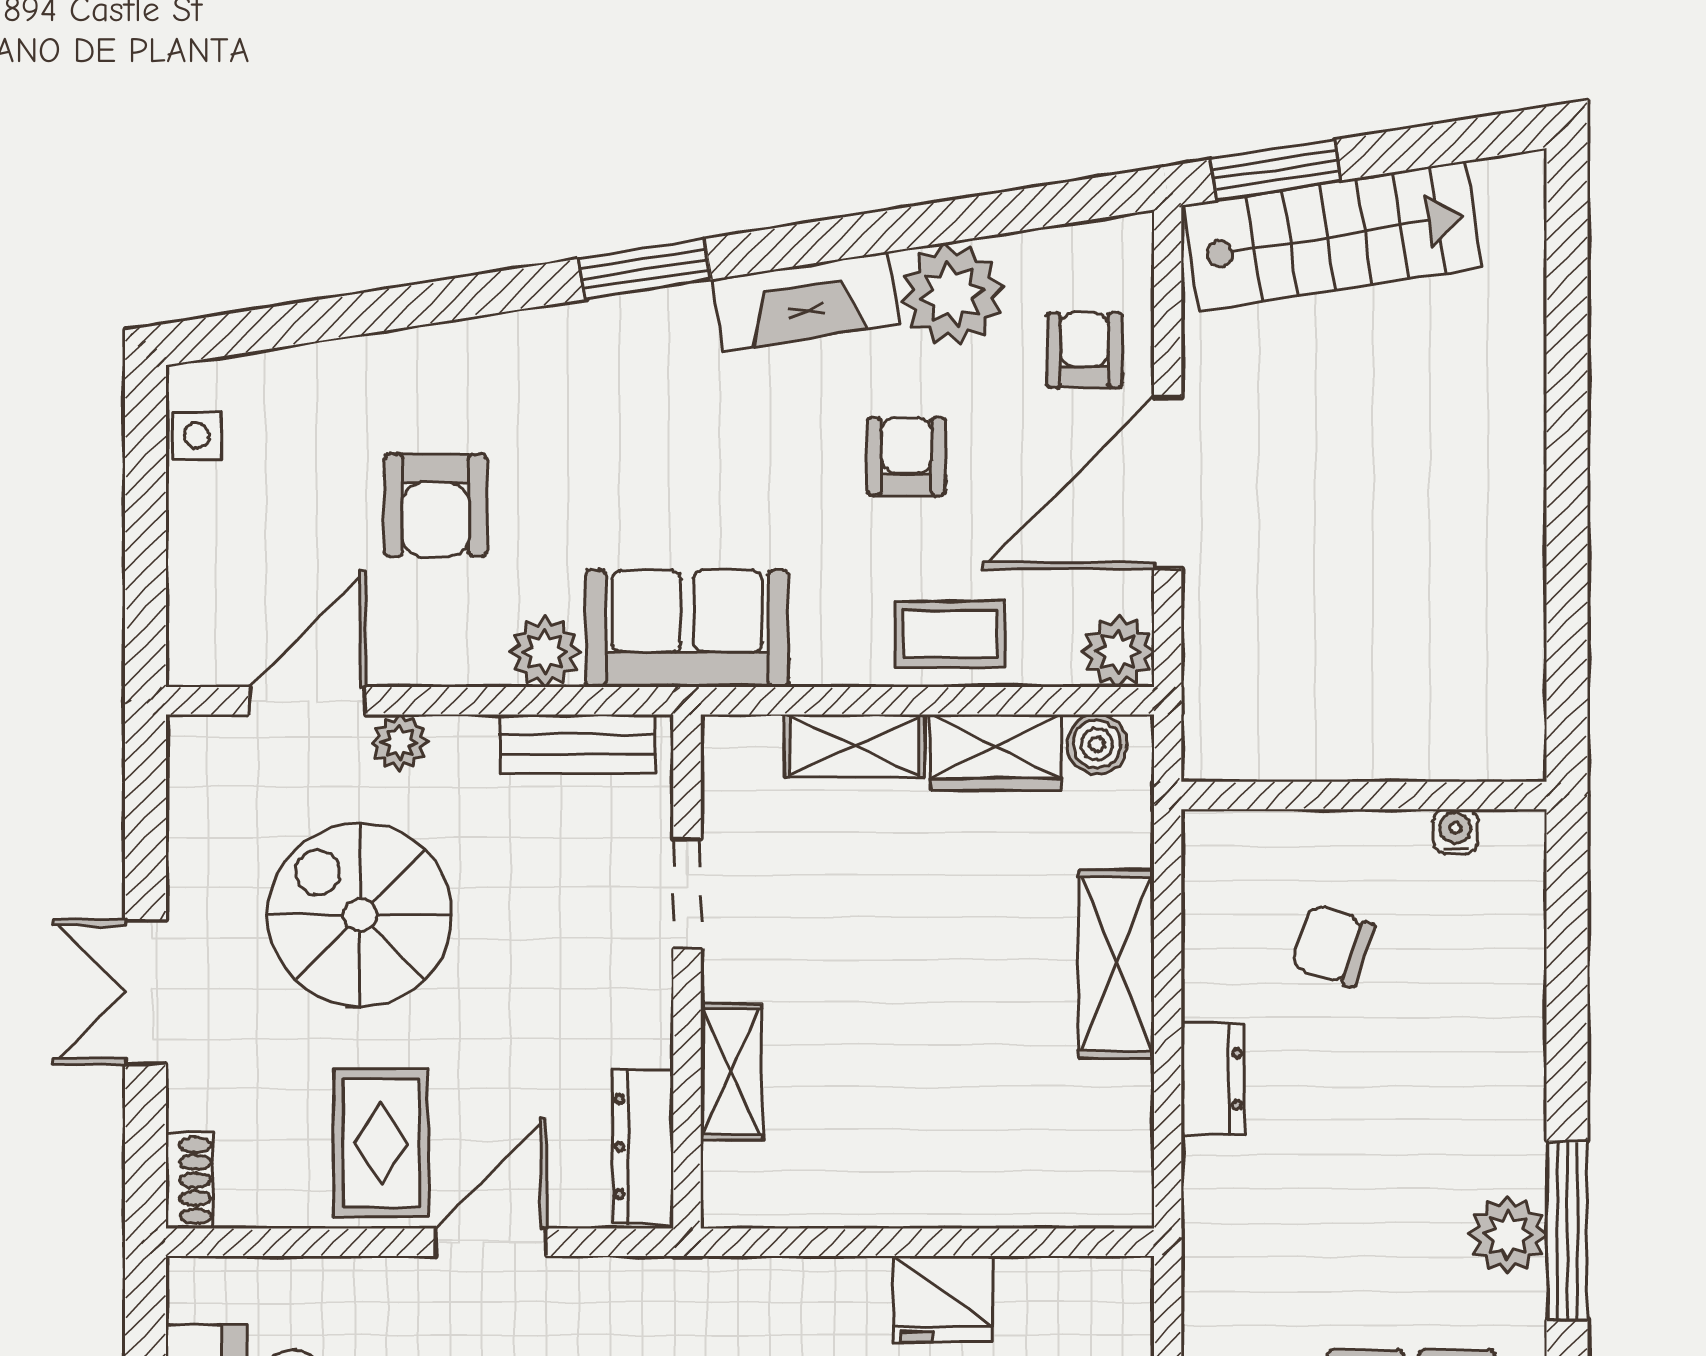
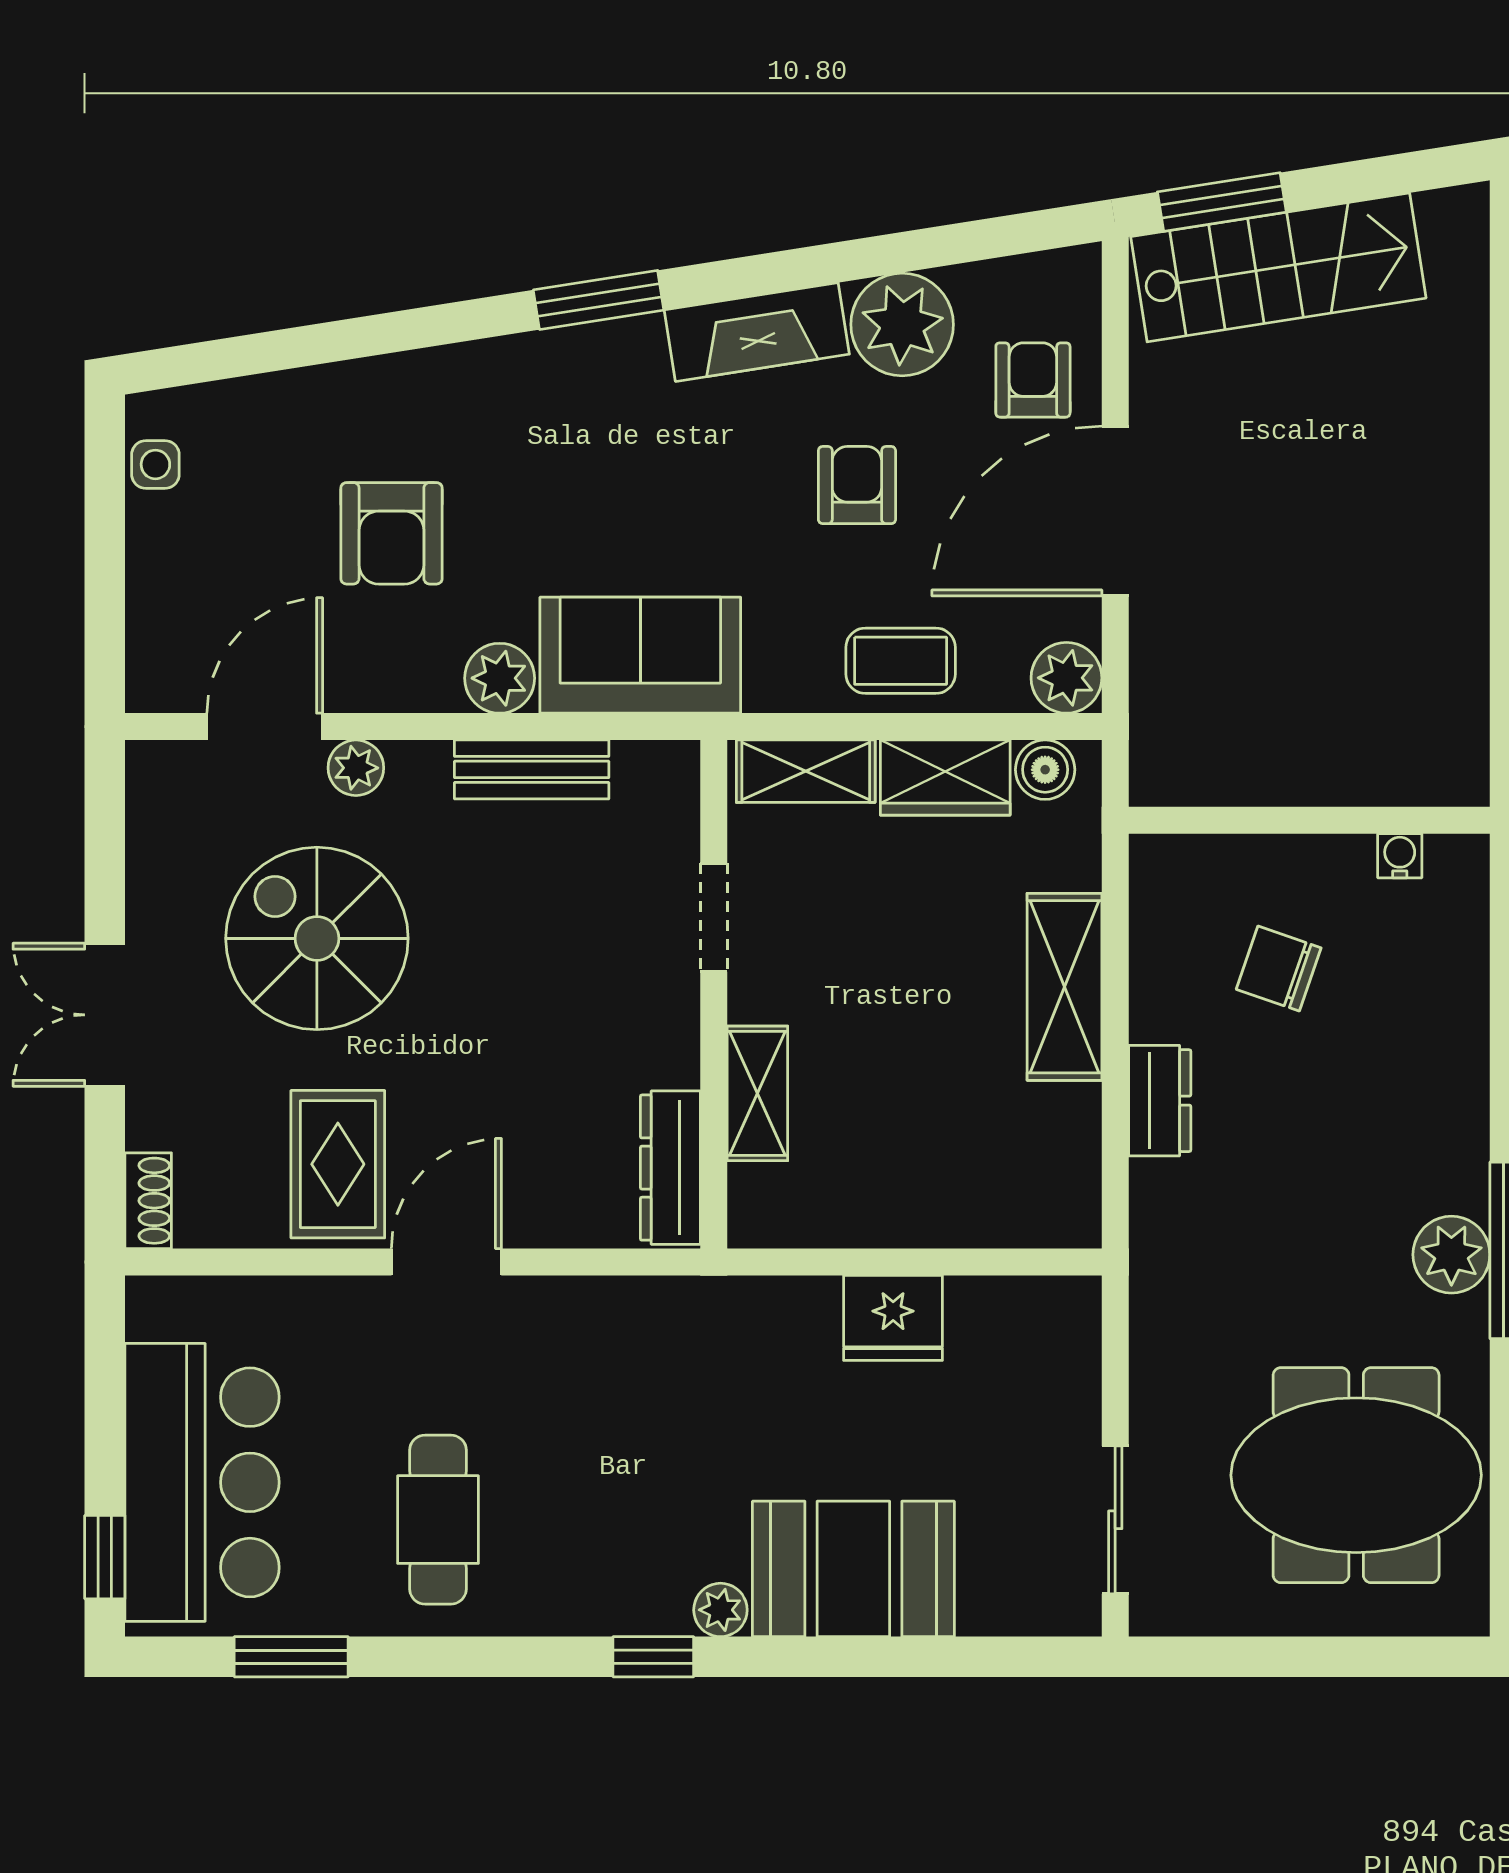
doorway: (687, 894) -> (714, 917), moved
wall: (687, 971) -> (714, 994), moved
shelving: (731, 1072) -> (757, 1093), moved
dresser: (643, 1147) -> (670, 1168), moved

